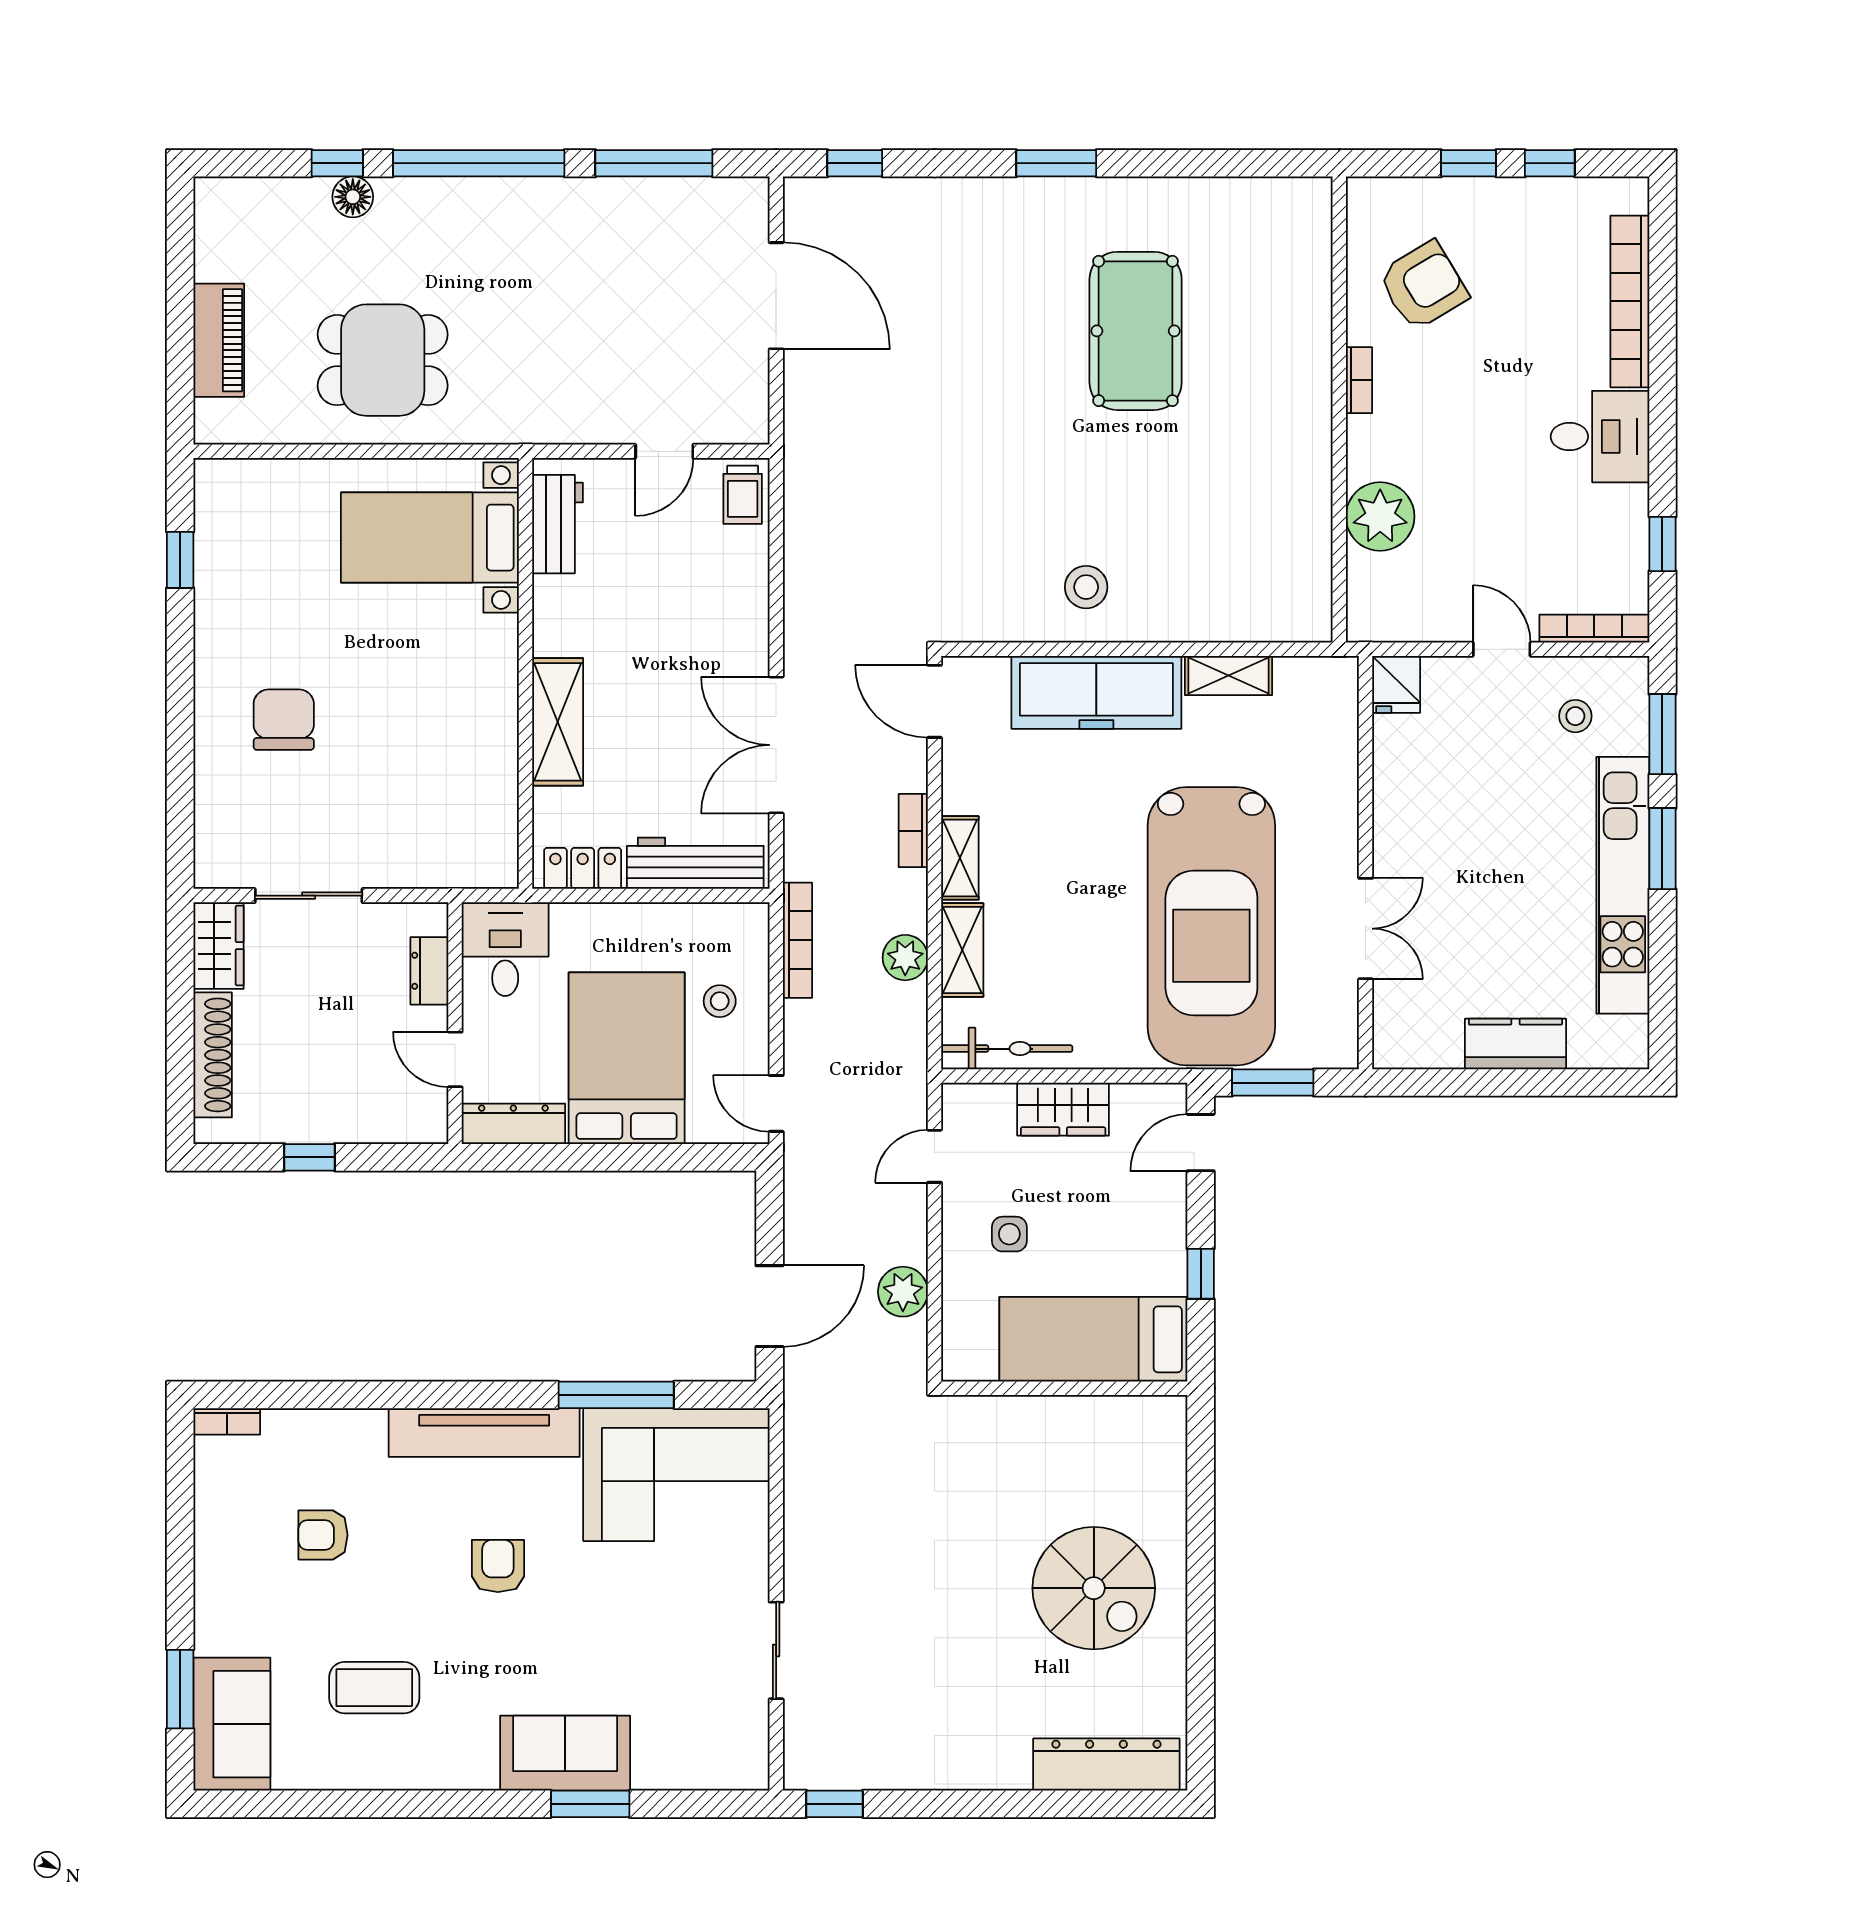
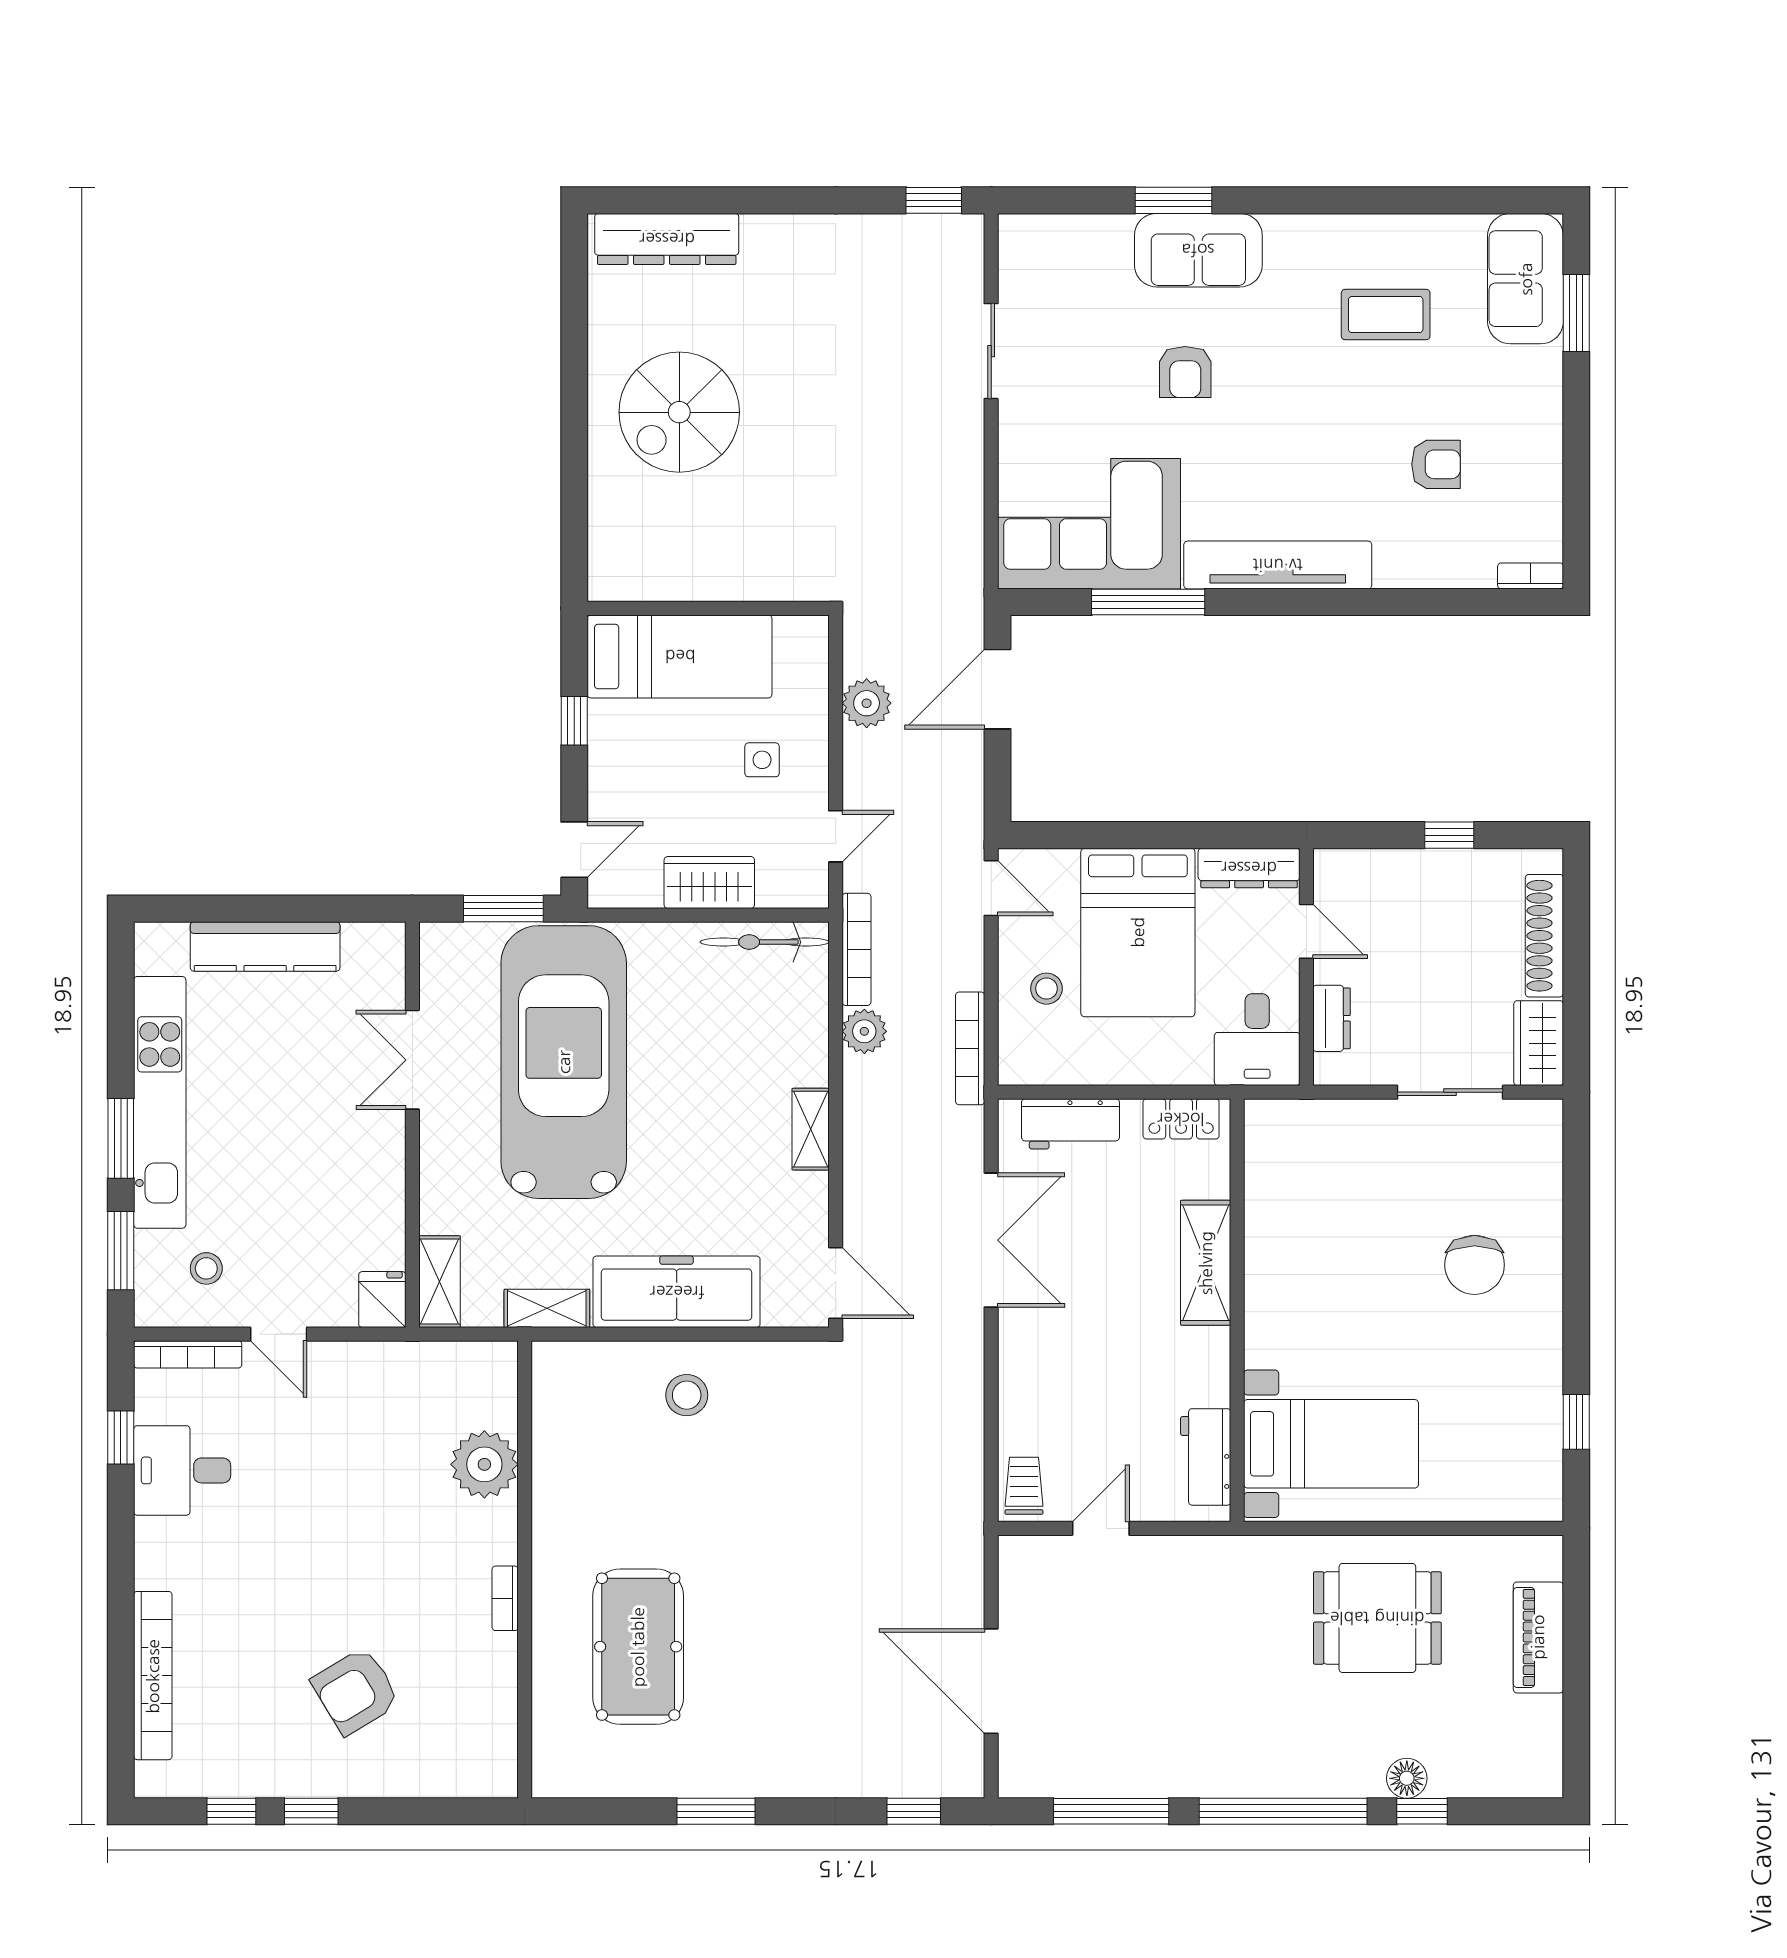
bookcase: (1359, 380) -> (505, 1598), moved
wall: (1339, 410) -> (525, 1569), moved
desk: (1600, 437) -> (182, 1470), moved
plant: (1380, 517) -> (484, 1464), moved
bookcase: (913, 831) -> (856, 949), moved, width x1.56
workbench: (695, 863) -> (1070, 1124), width x0.73
shelving: (962, 950) -> (439, 1282), moved
kitchen counter: (1515, 1044) -> (265, 946), width x1.50
armchair: (498, 1566) -> (1185, 372), moved
spiral stairs: (1094, 1588) -> (679, 412), turned -90

